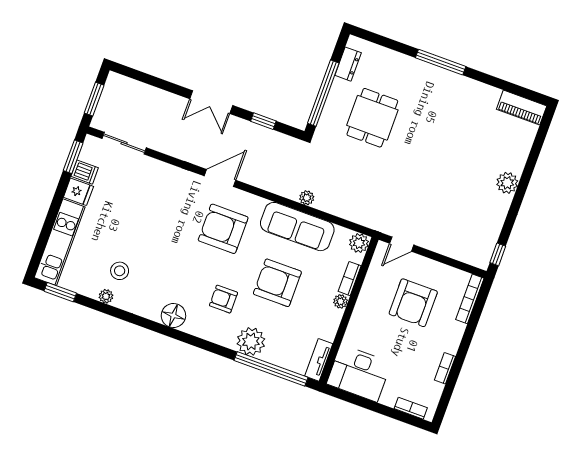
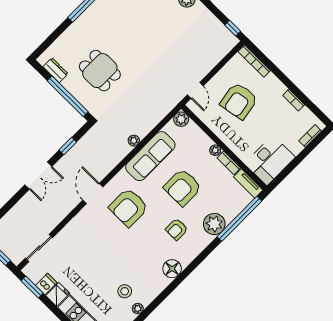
bookcase: (350, 279) -> (229, 163), moved
armchair: (413, 303) -> (239, 101), turned 80

